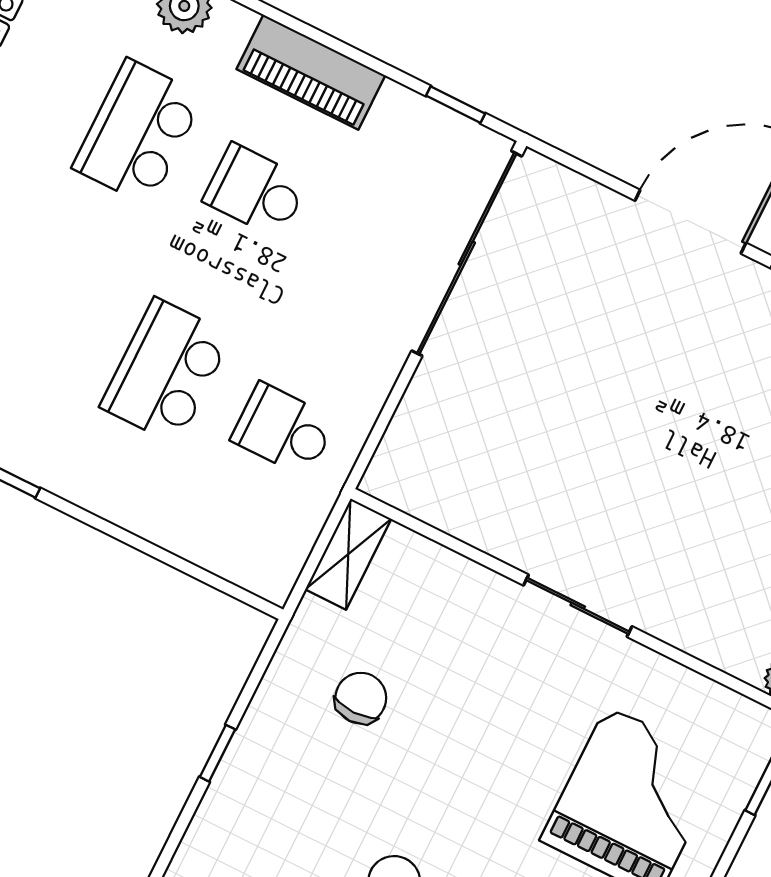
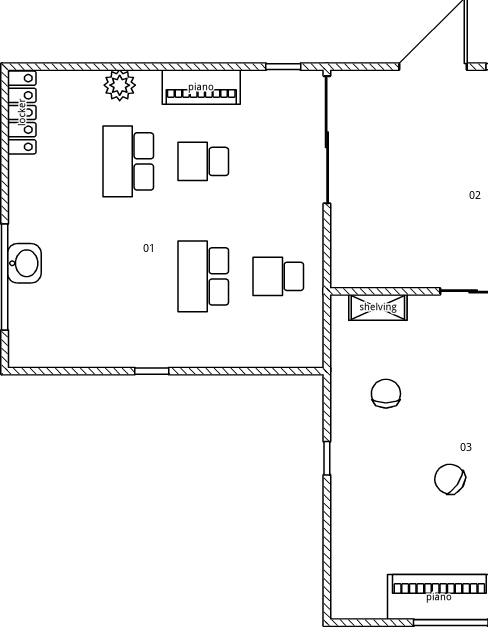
shelving: (348, 554) -> (378, 307), moved, turned 90

